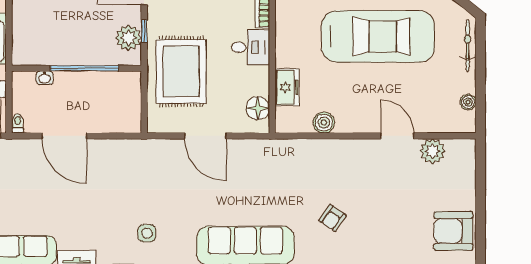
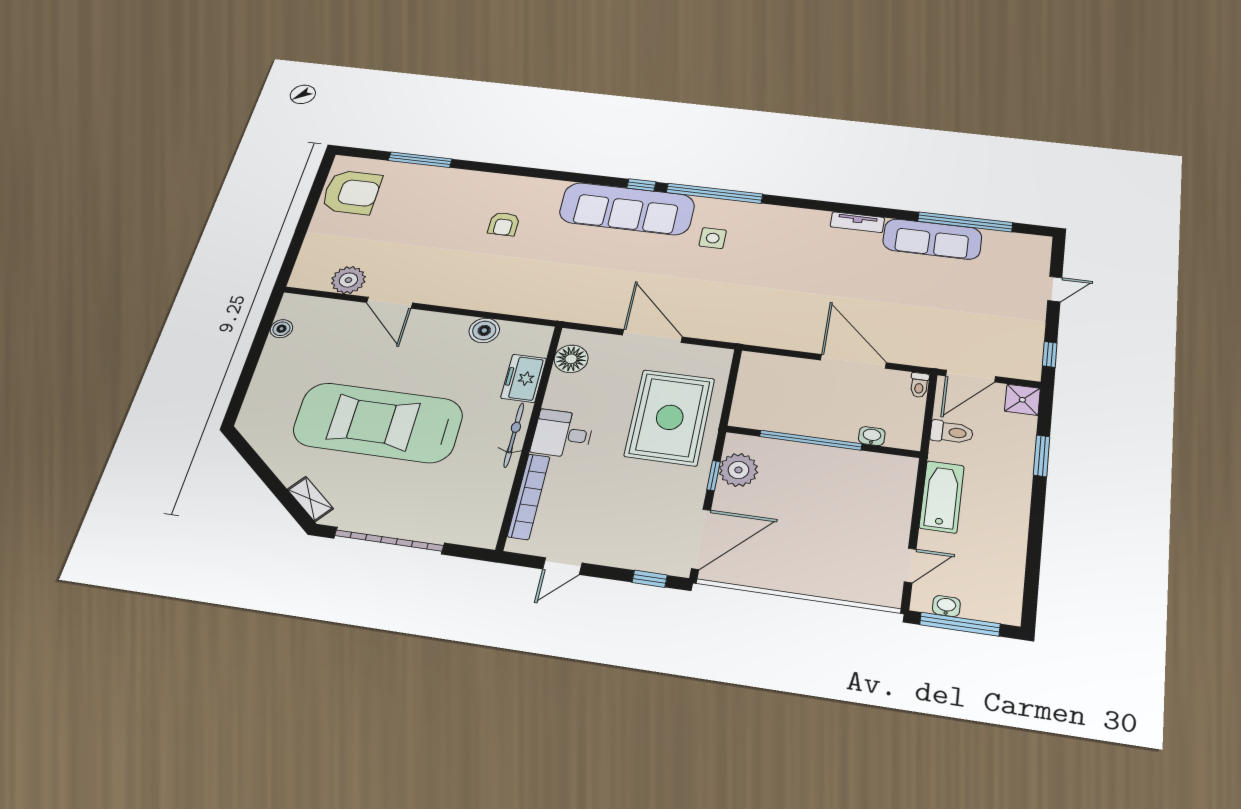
bicycle: (468, 45) -> (514, 435), moved, turned 180
armchair: (333, 218) -> (504, 224), turned 145
side table: (147, 233) -> (713, 238), moved

